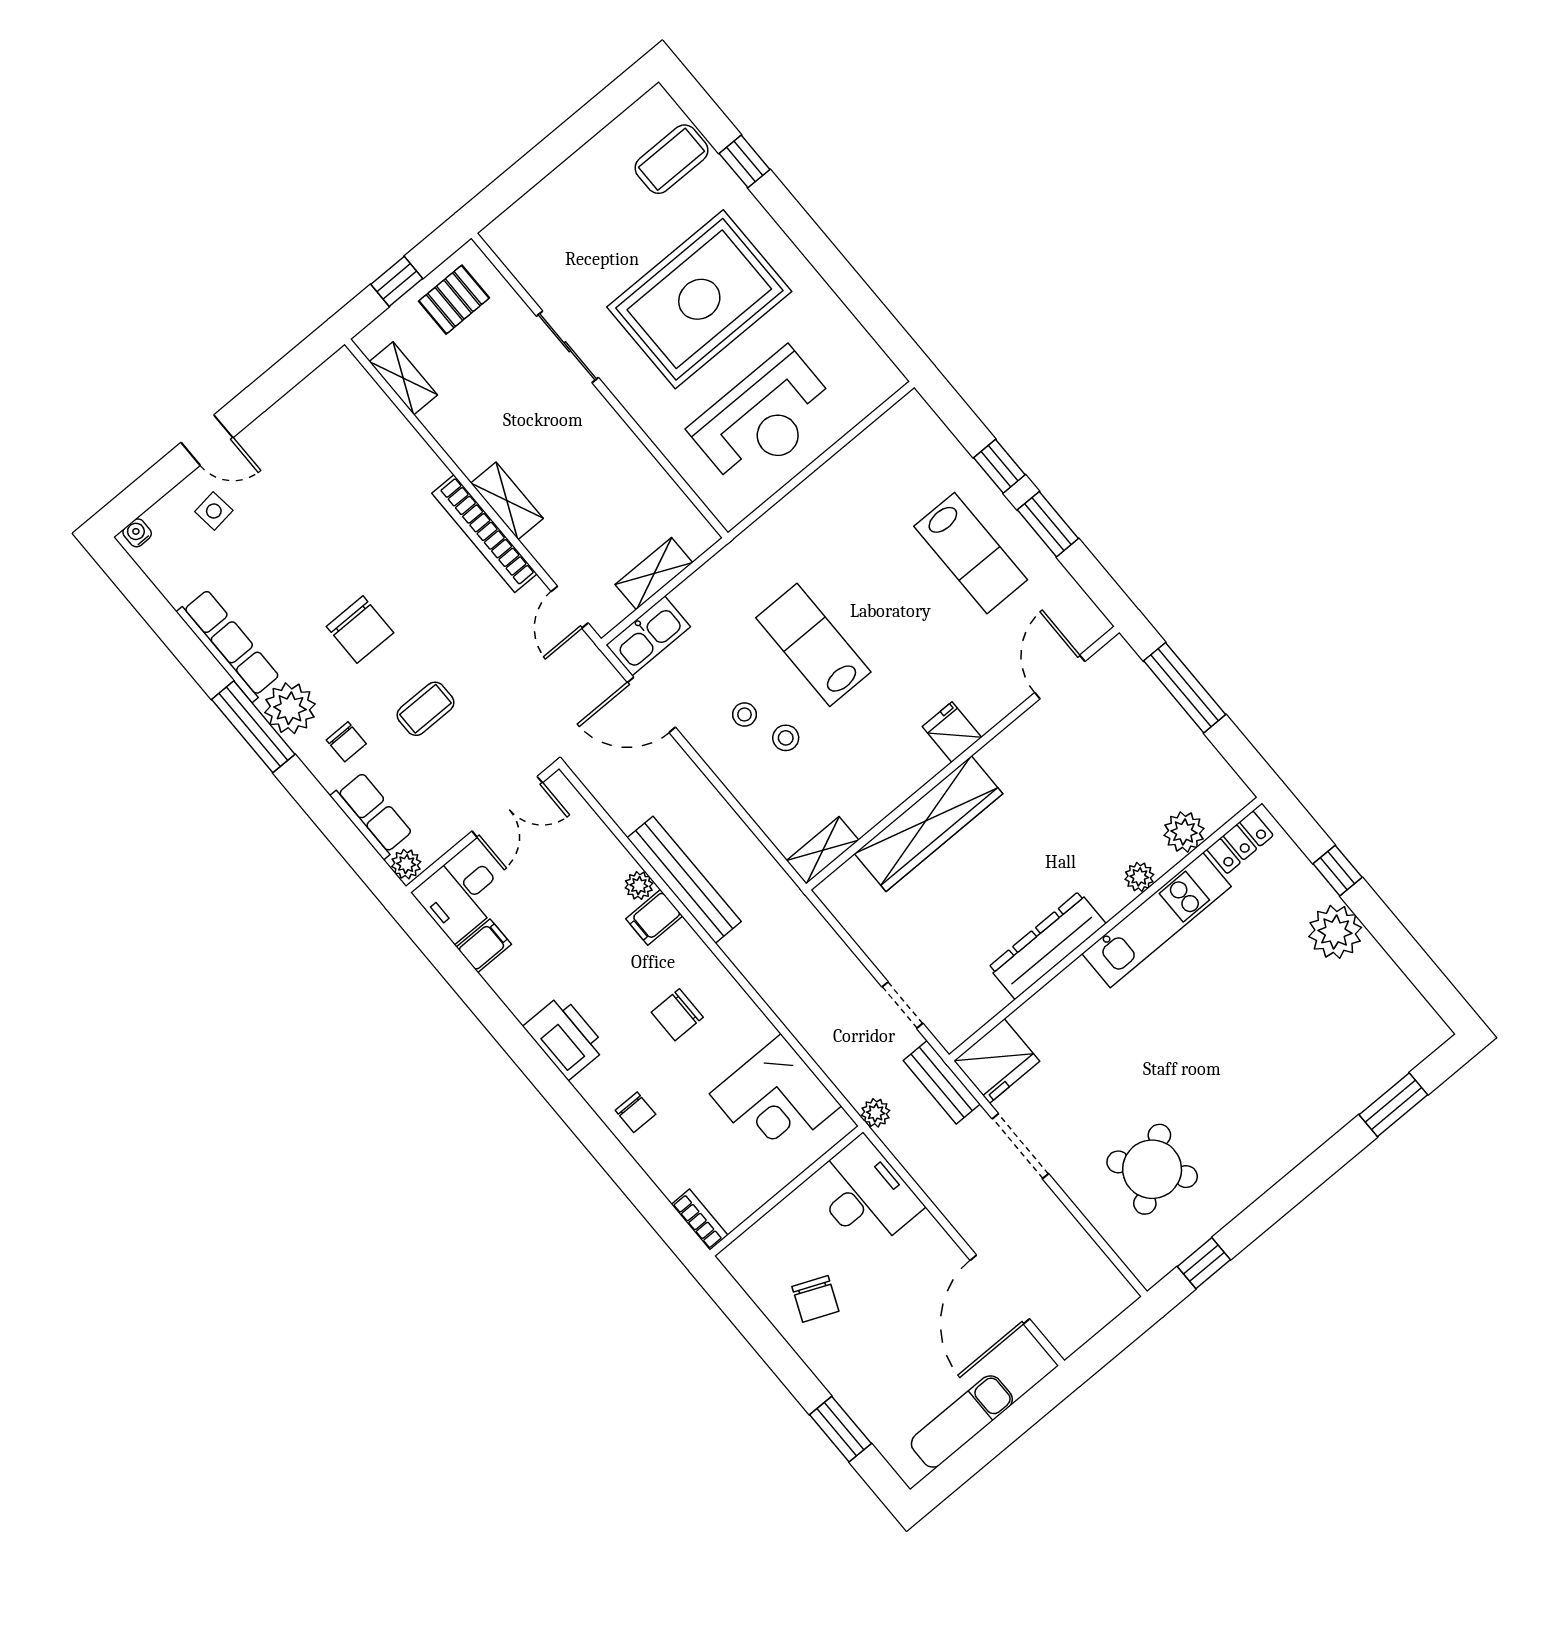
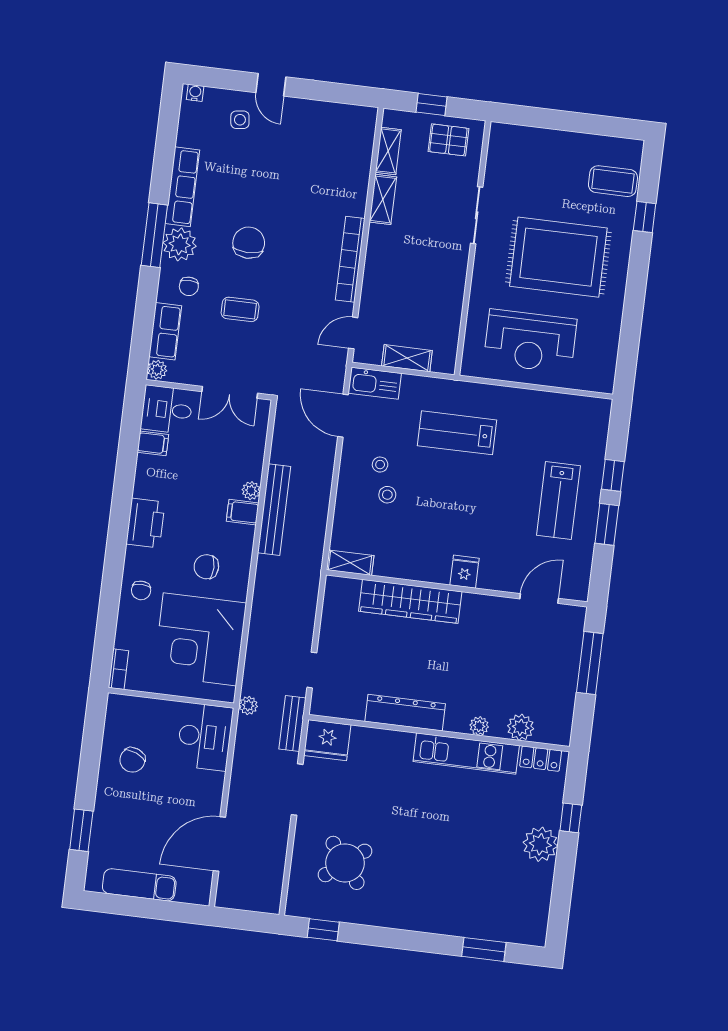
shelving: (507, 501) -> (383, 199), moved
chair: (360, 630) -> (249, 243), turned 180
lab bench: (813, 645) -> (457, 433), moved, turned -90
corner desk: (775, 1100) -> (200, 639), width x1.36, depth x1.36

